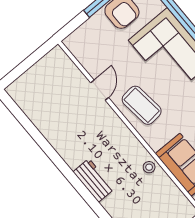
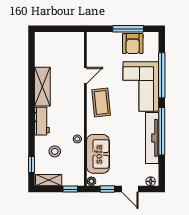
shelving: (62, 142) -> (42, 87), added
stool: (136, 202) -> (55, 151), added

